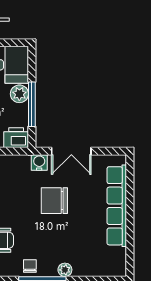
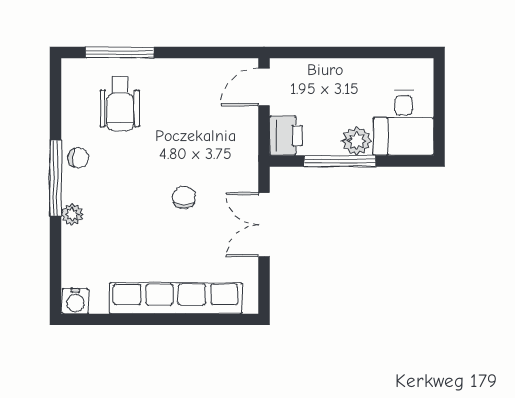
water cooler: (39, 162) -> (75, 301), moved, turned 90
chair: (54, 201) -> (184, 197), width x0.54, depth x0.54

